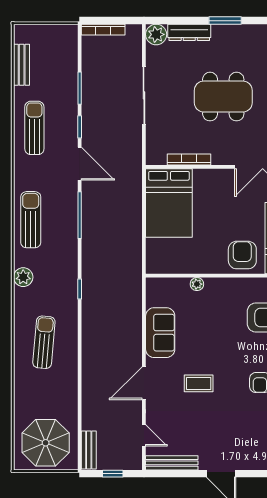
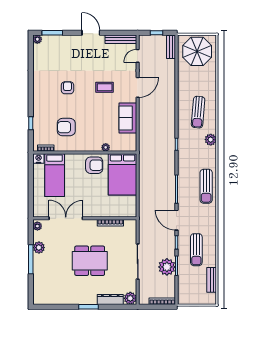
plant: (96, 86) -> (167, 267), added
sun lounger: (34, 128) -> (196, 250), moved
bed: (169, 203) -> (123, 174), moved, turned 180
armchair: (242, 255) -> (94, 165), moved, turned -90
plant: (23, 277) -> (211, 140), moved
door: (144, 435) -> (138, 56), hinge flipped

